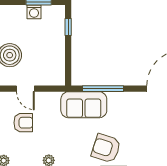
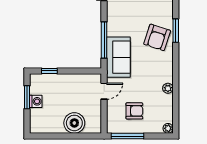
door: (25, 89) -> (104, 91), moved
armchair: (23, 123) -> (134, 111), turned 90

